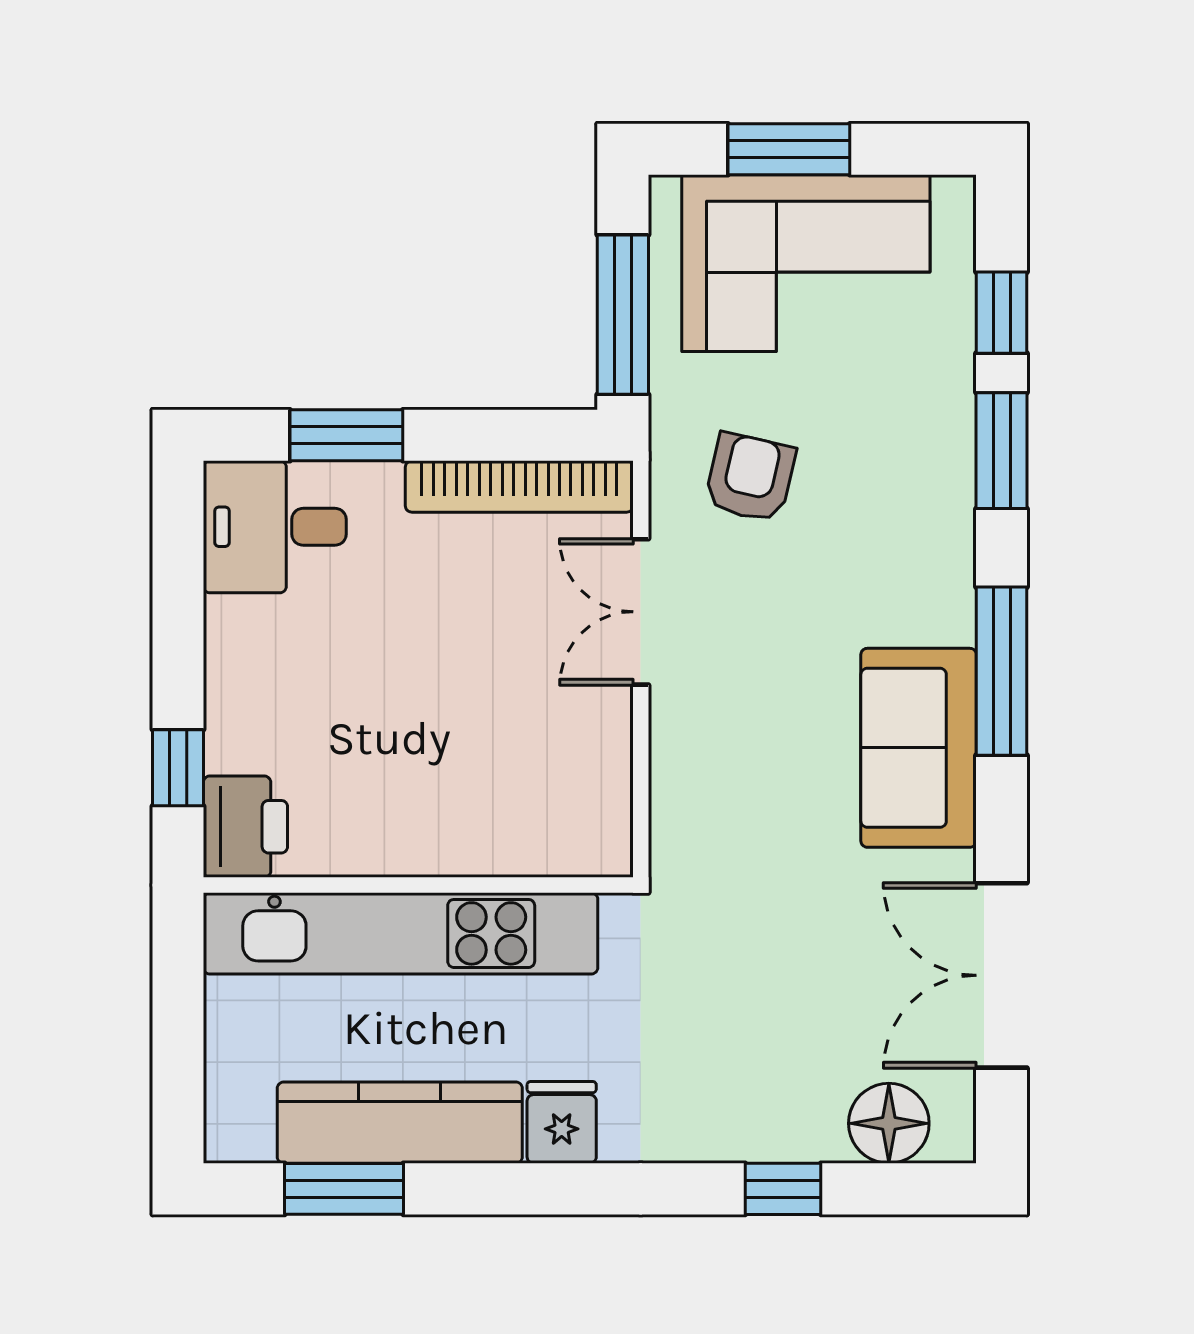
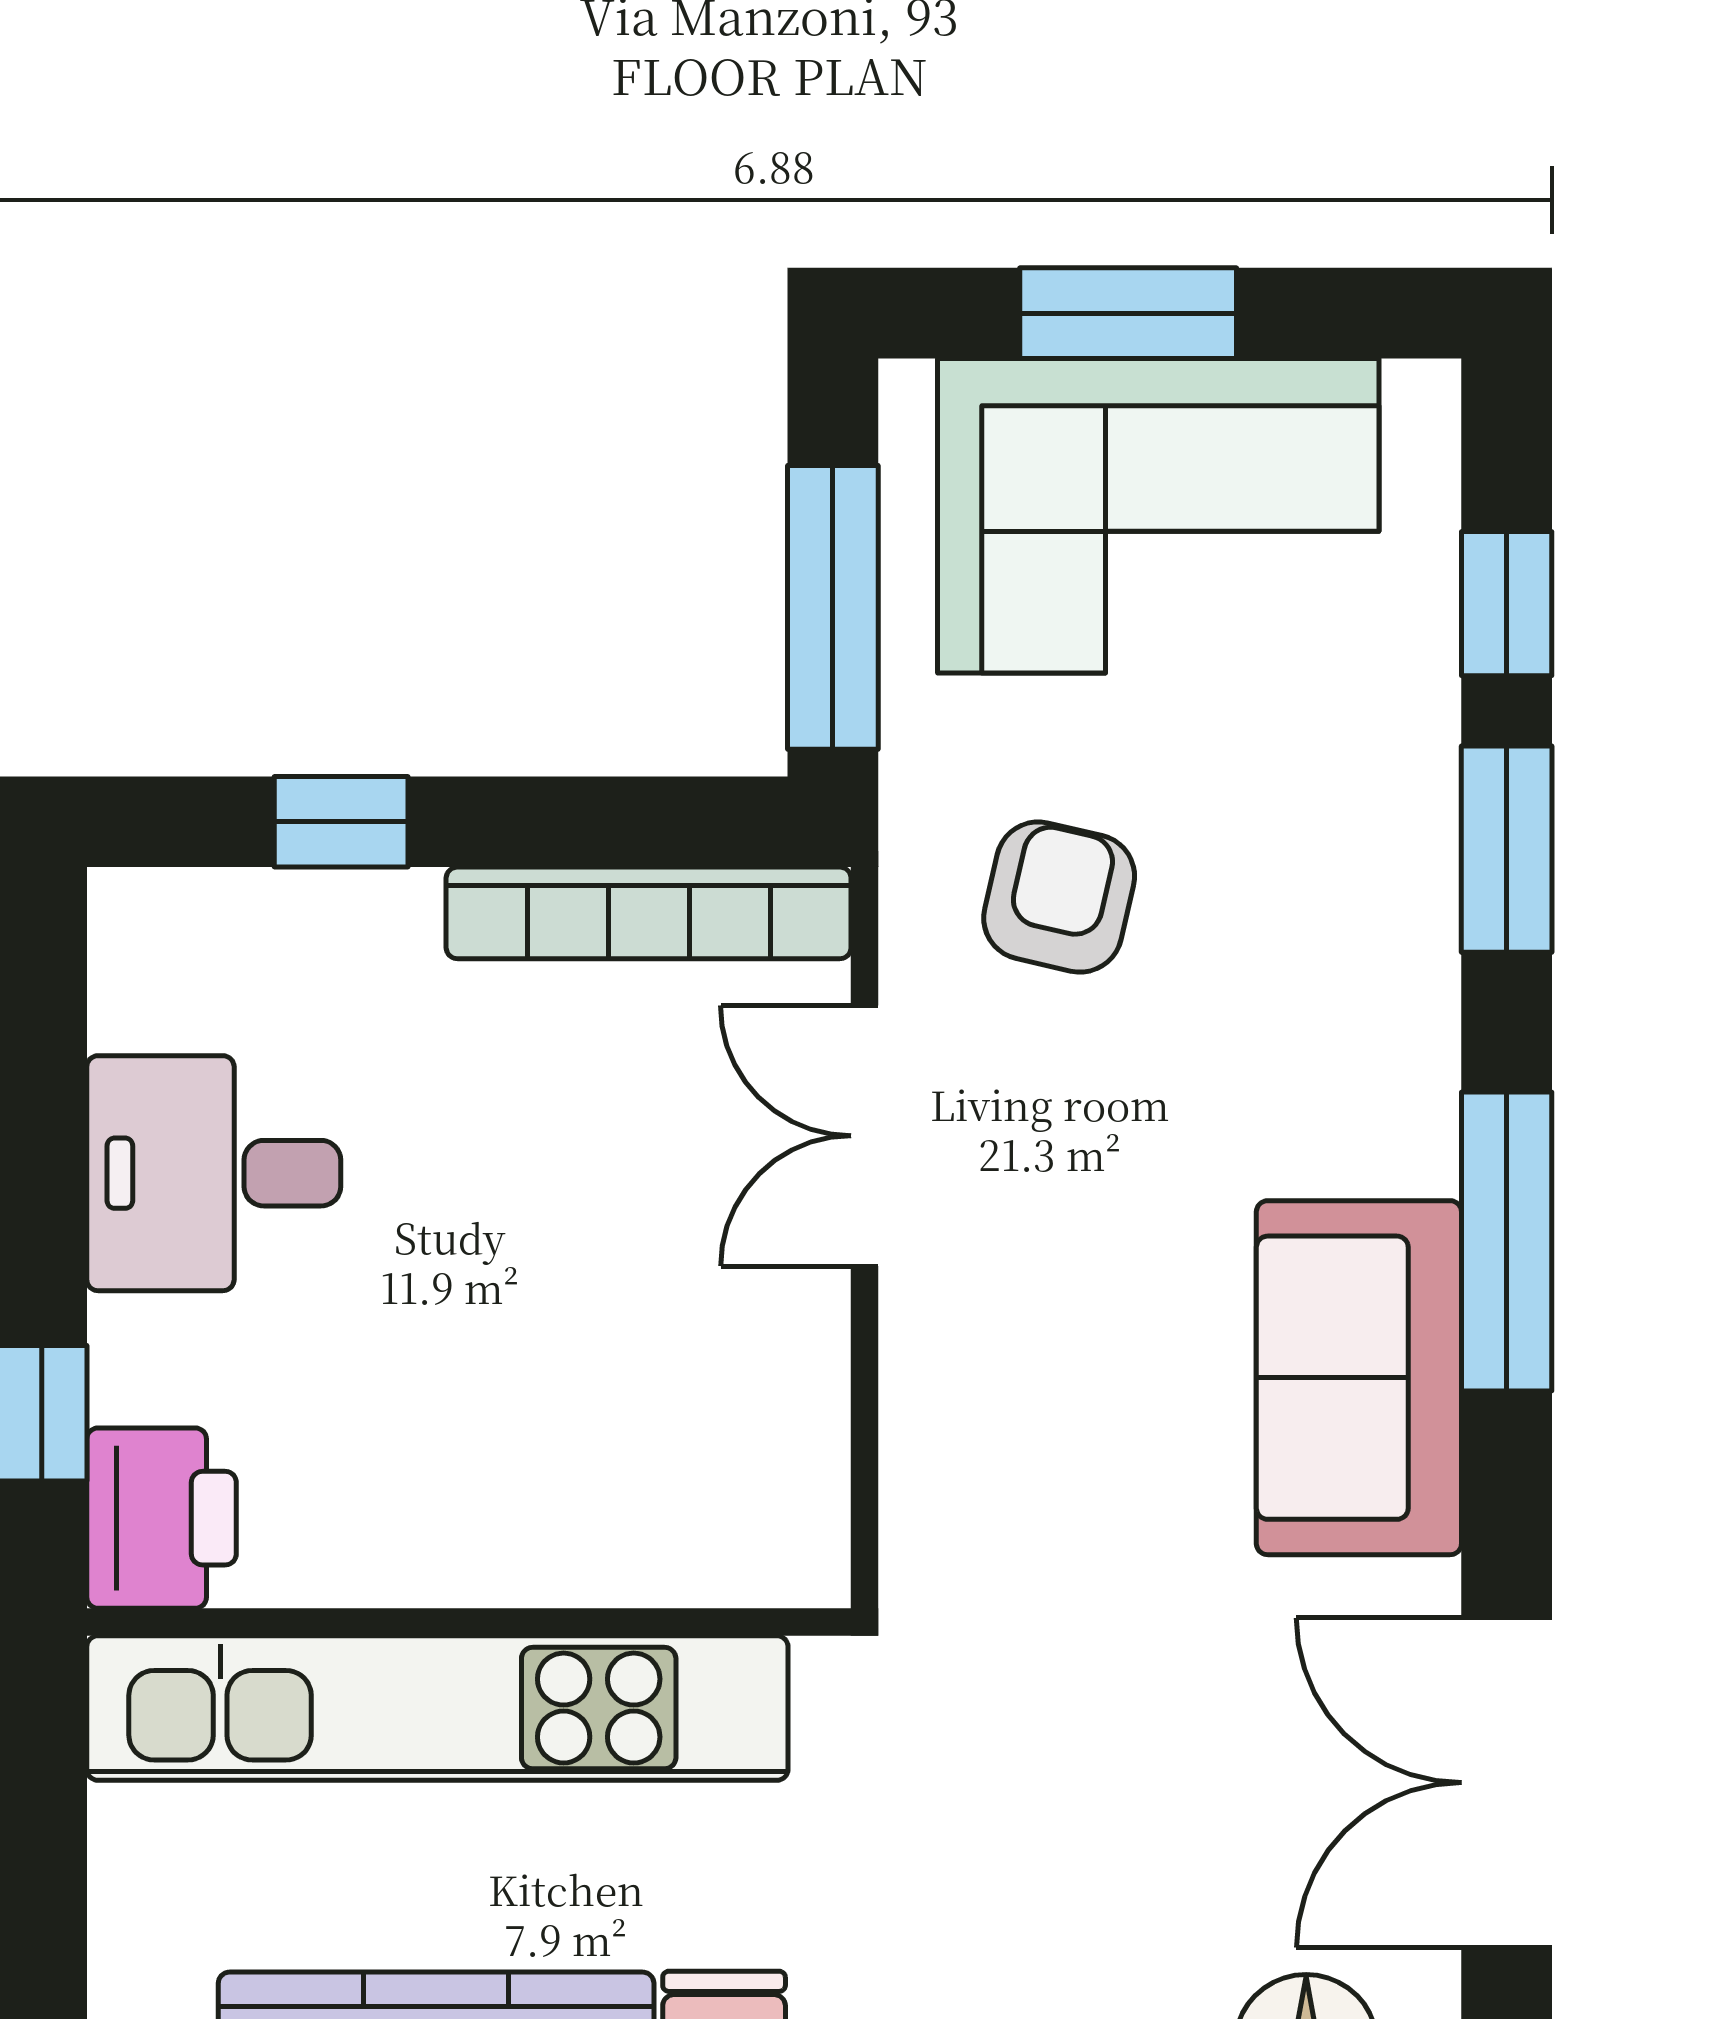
window: (346, 435) -> (341, 822), width x0.67
desk: (275, 527) -> (214, 1173), moved

